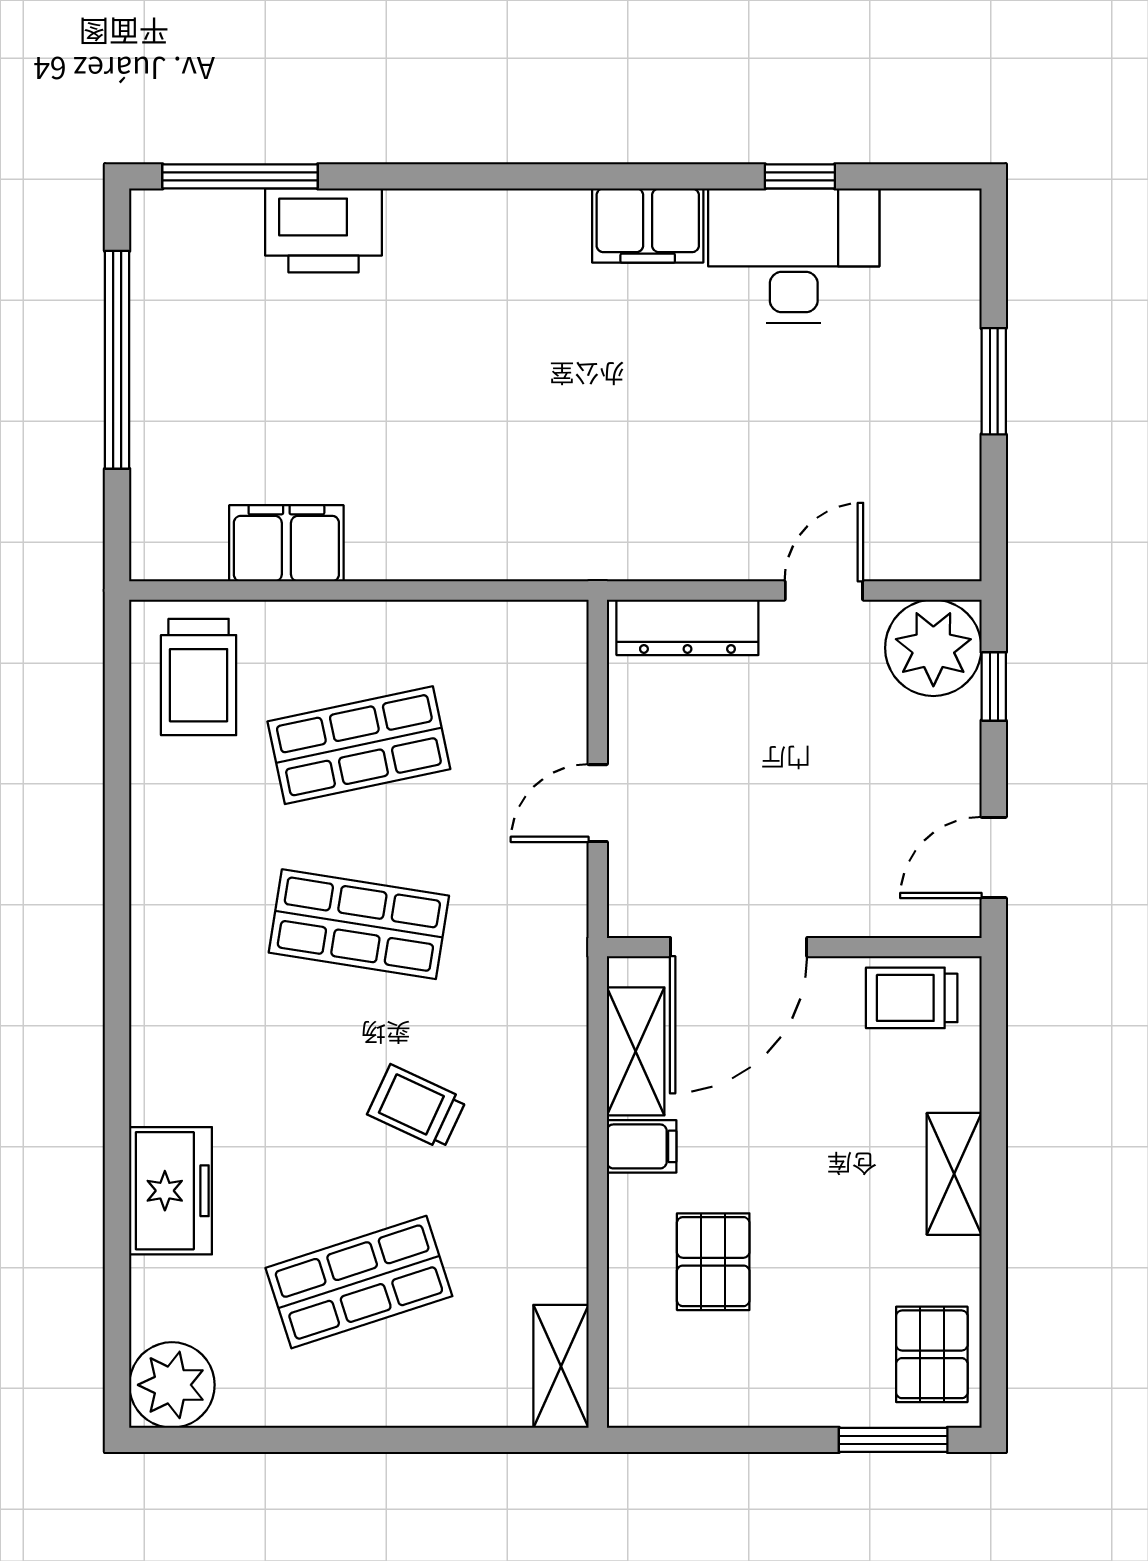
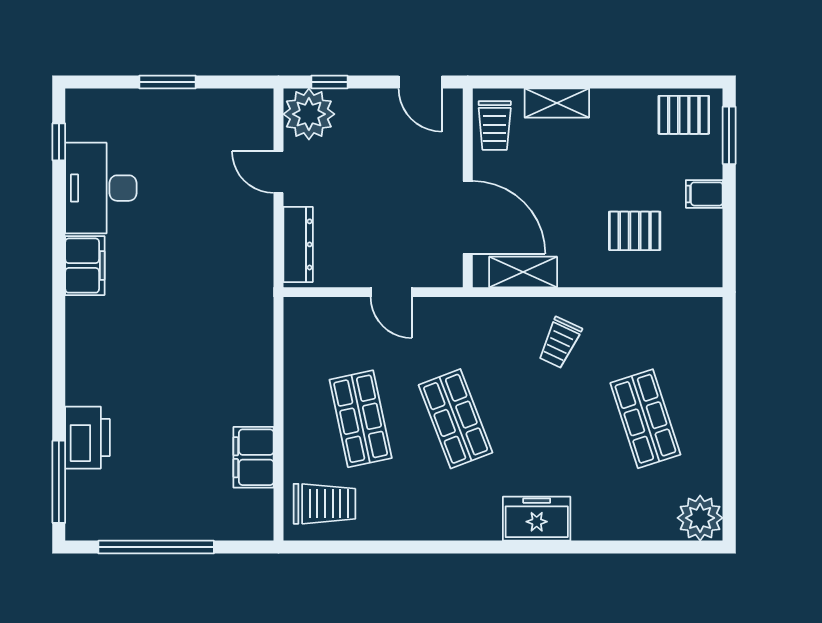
window: (800, 176) -> (59, 142), moved
shop shelf: (359, 924) -> (456, 419), turned -30
trolley: (417, 1107) -> (560, 343), moved
filing cabinet: (642, 1146) -> (704, 194), moved, turned -90
shelving: (954, 1174) -> (557, 103), moved
freezer: (171, 1191) -> (537, 519), moved
shelving: (561, 1366) -> (690, 312), removed

